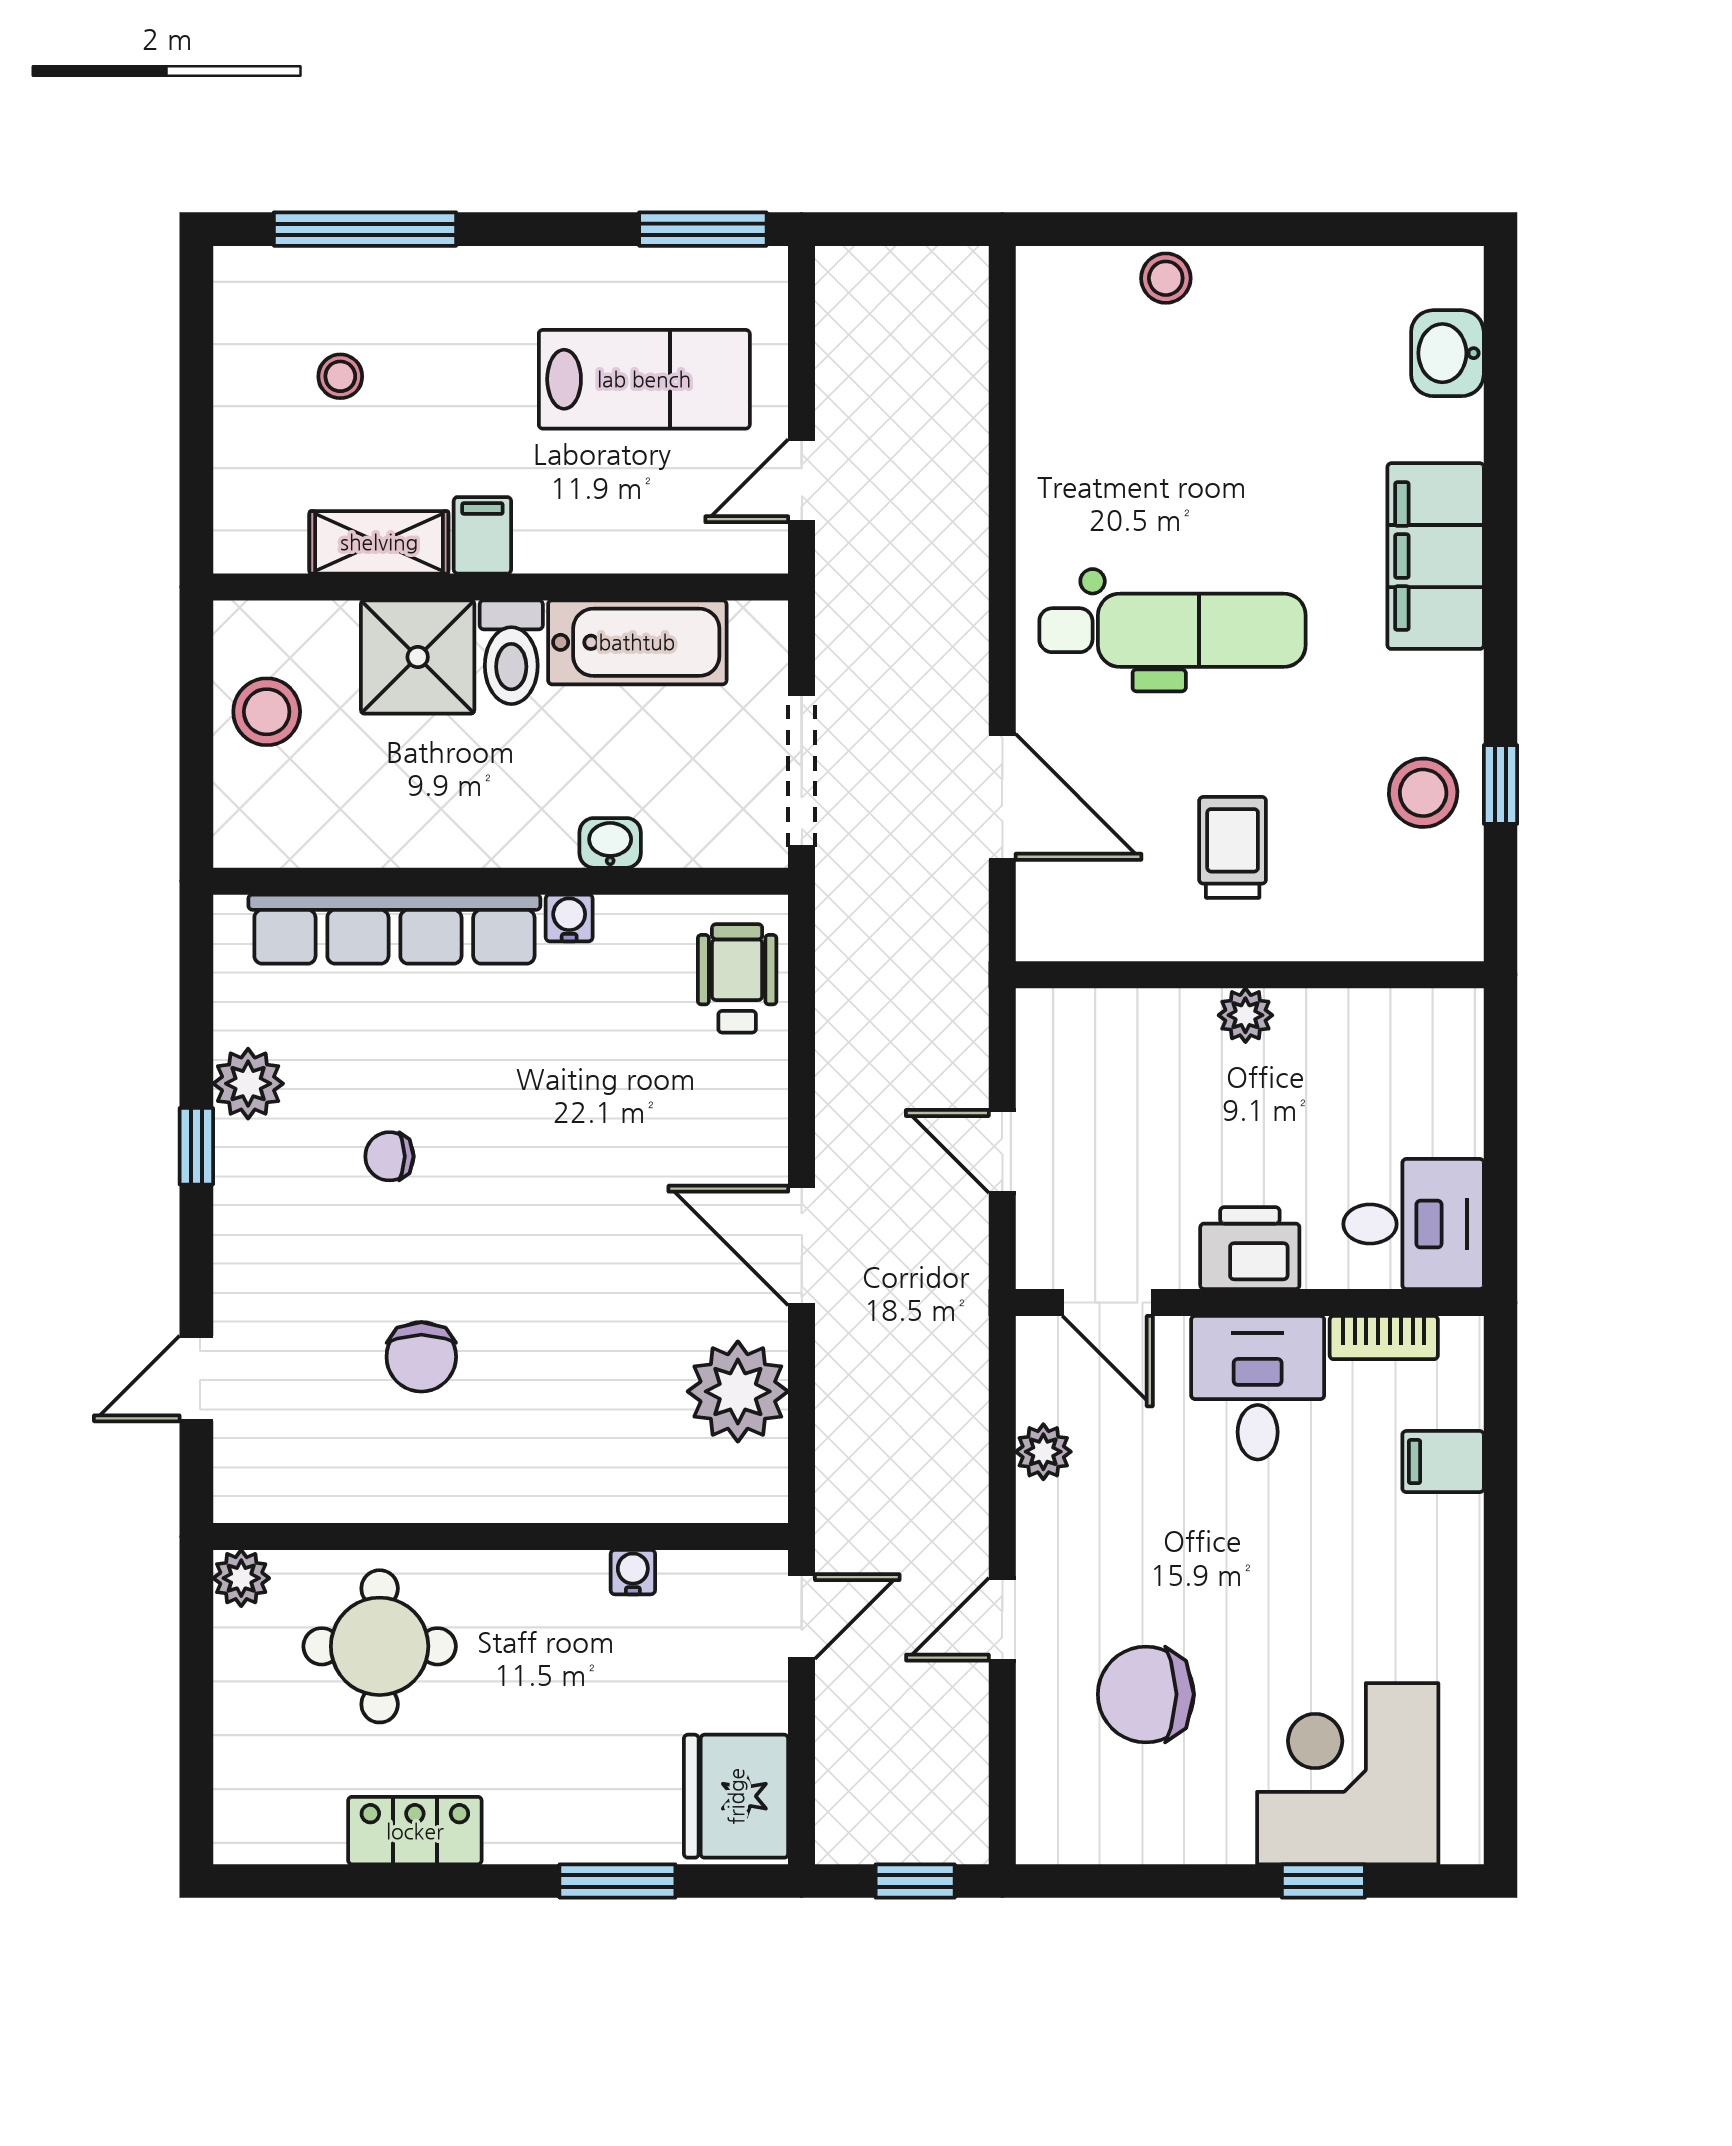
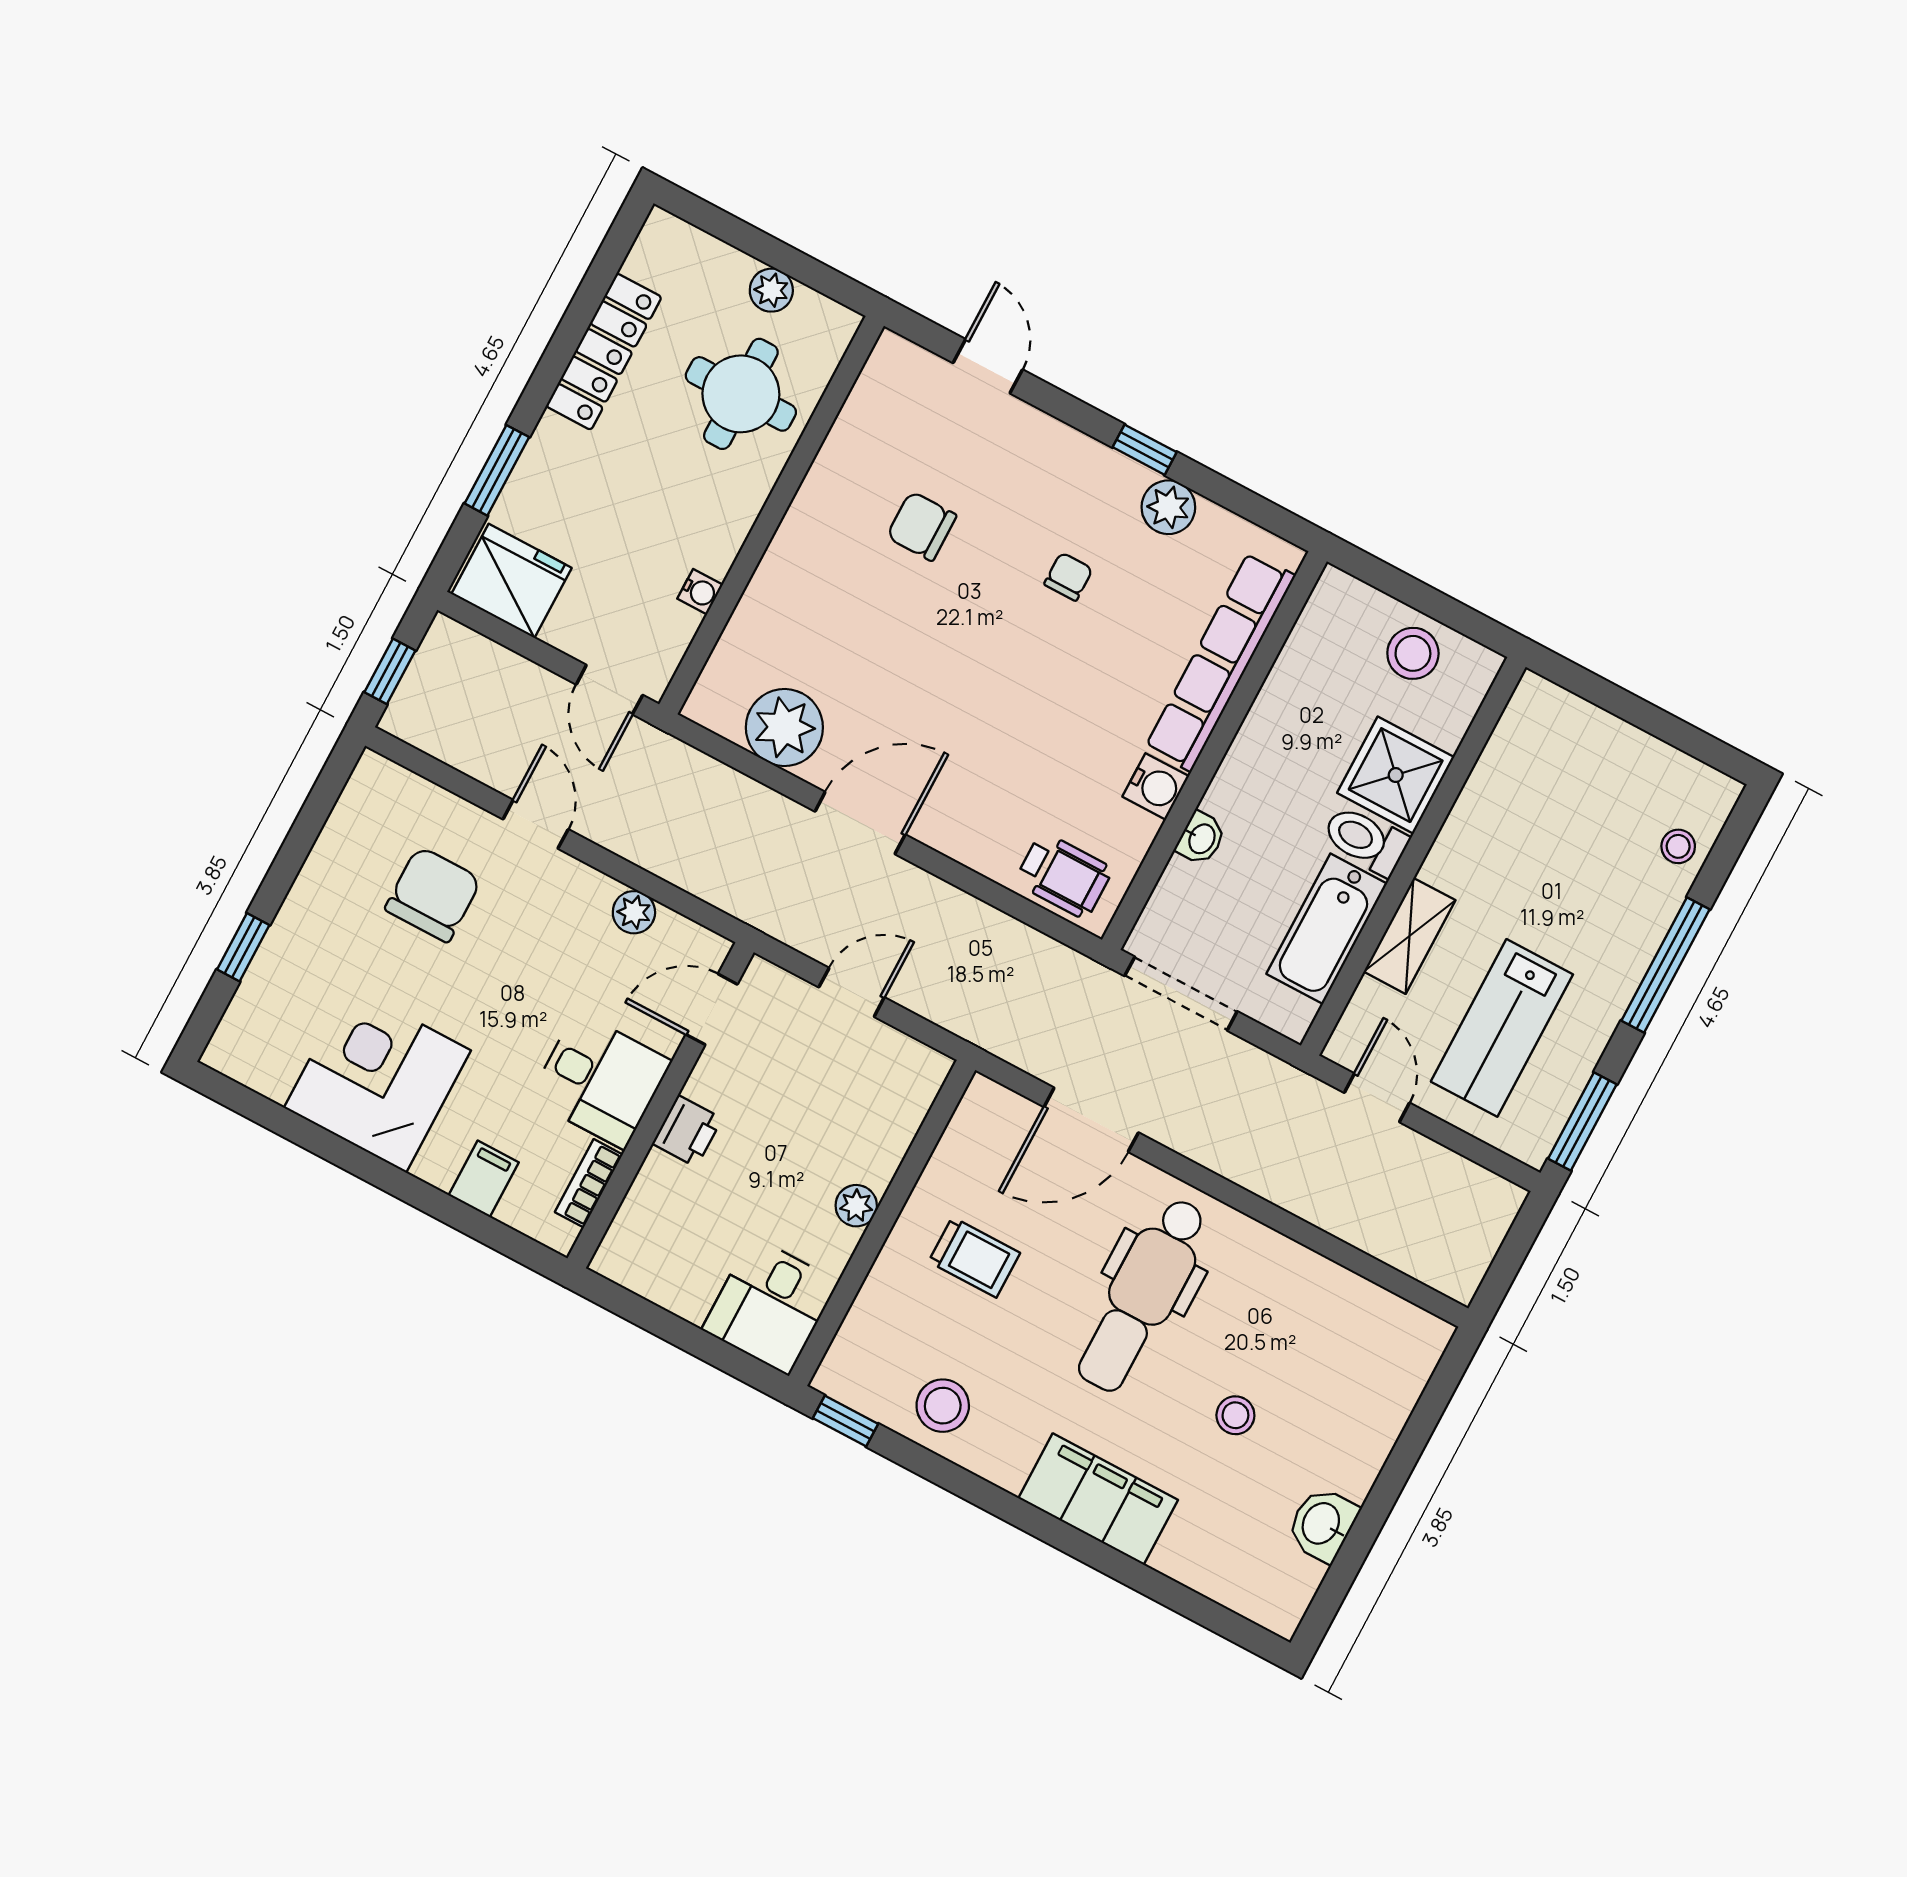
window: (365, 229) -> (1666, 965), moved
stool: (1166, 278) -> (1235, 1415), moved
washbasin: (1447, 353) -> (1322, 1524), moved, turned -90
stool: (340, 376) -> (1678, 846), moved
filing cabinet: (482, 535) -> (1455, 863), removed
shelving: (379, 542) -> (1410, 936), moved
window: (1500, 785) -> (846, 1421), moved
water cooler: (569, 918) -> (1156, 786), width x1.38, depth x1.38
desk: (1414, 1224) -> (770, 1306), moved
printer: (1250, 1248) -> (687, 1131), width x0.73, depth x0.81
plant: (241, 1578) -> (771, 290), moved
corner desk: (1348, 1774) -> (377, 1079), moved, turned -90
locker: (415, 1831) -> (604, 352), width x1.53

